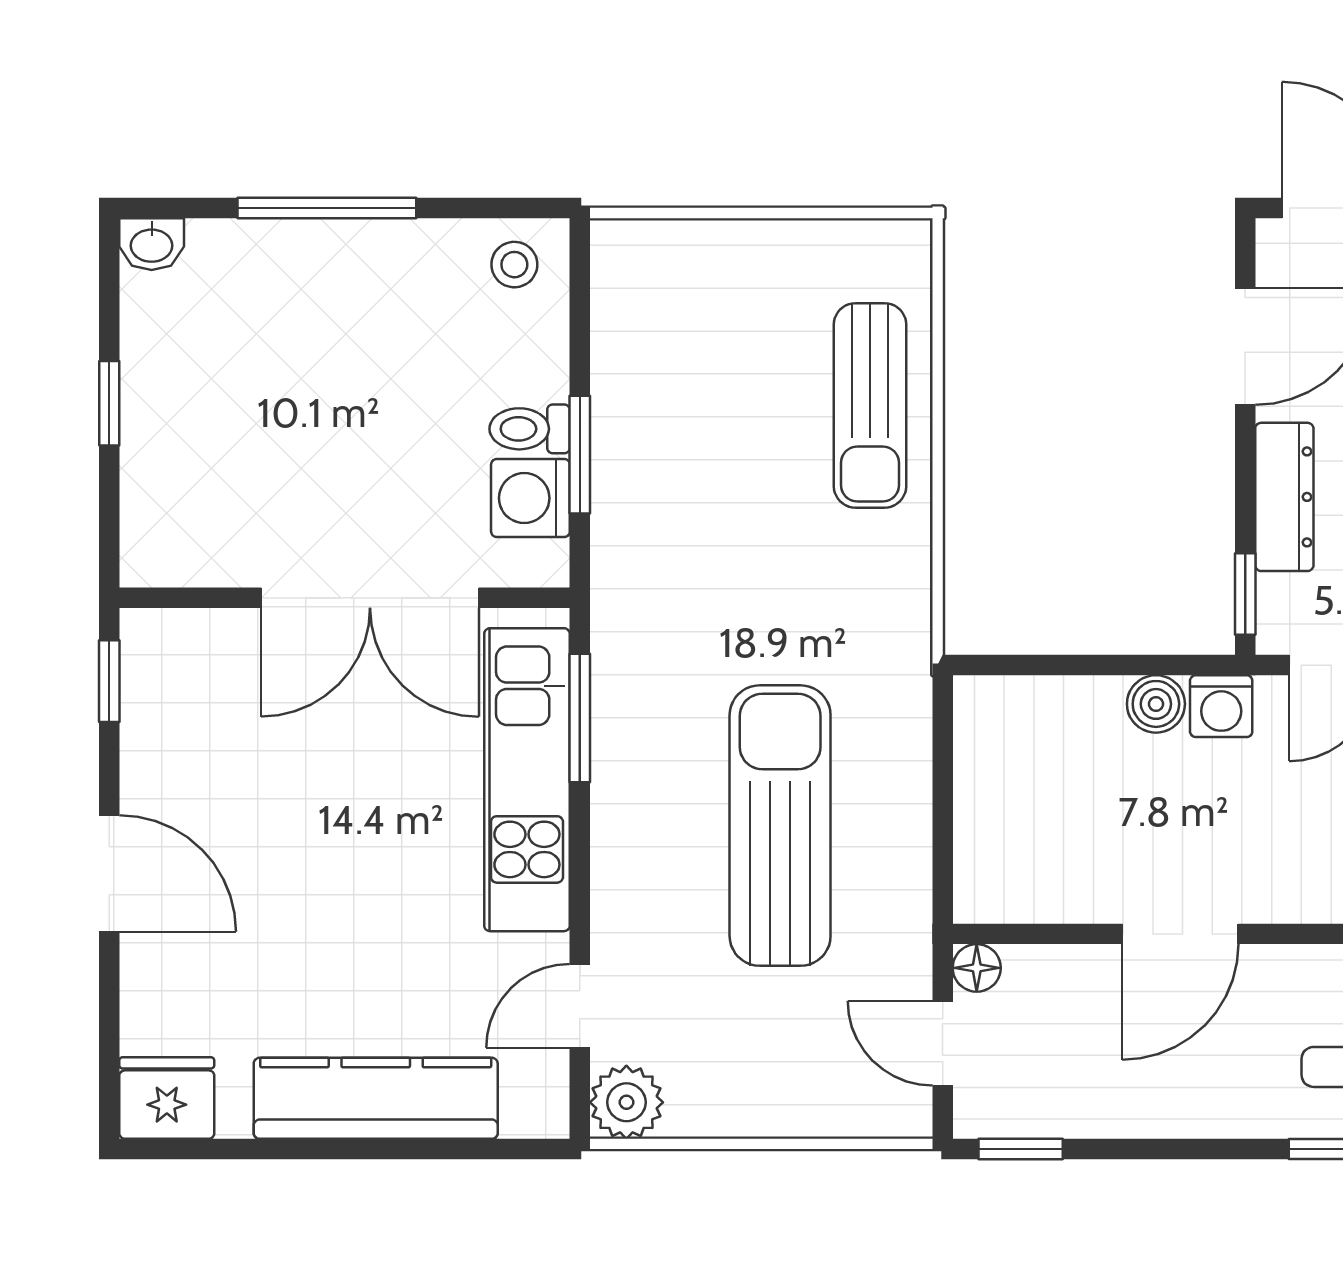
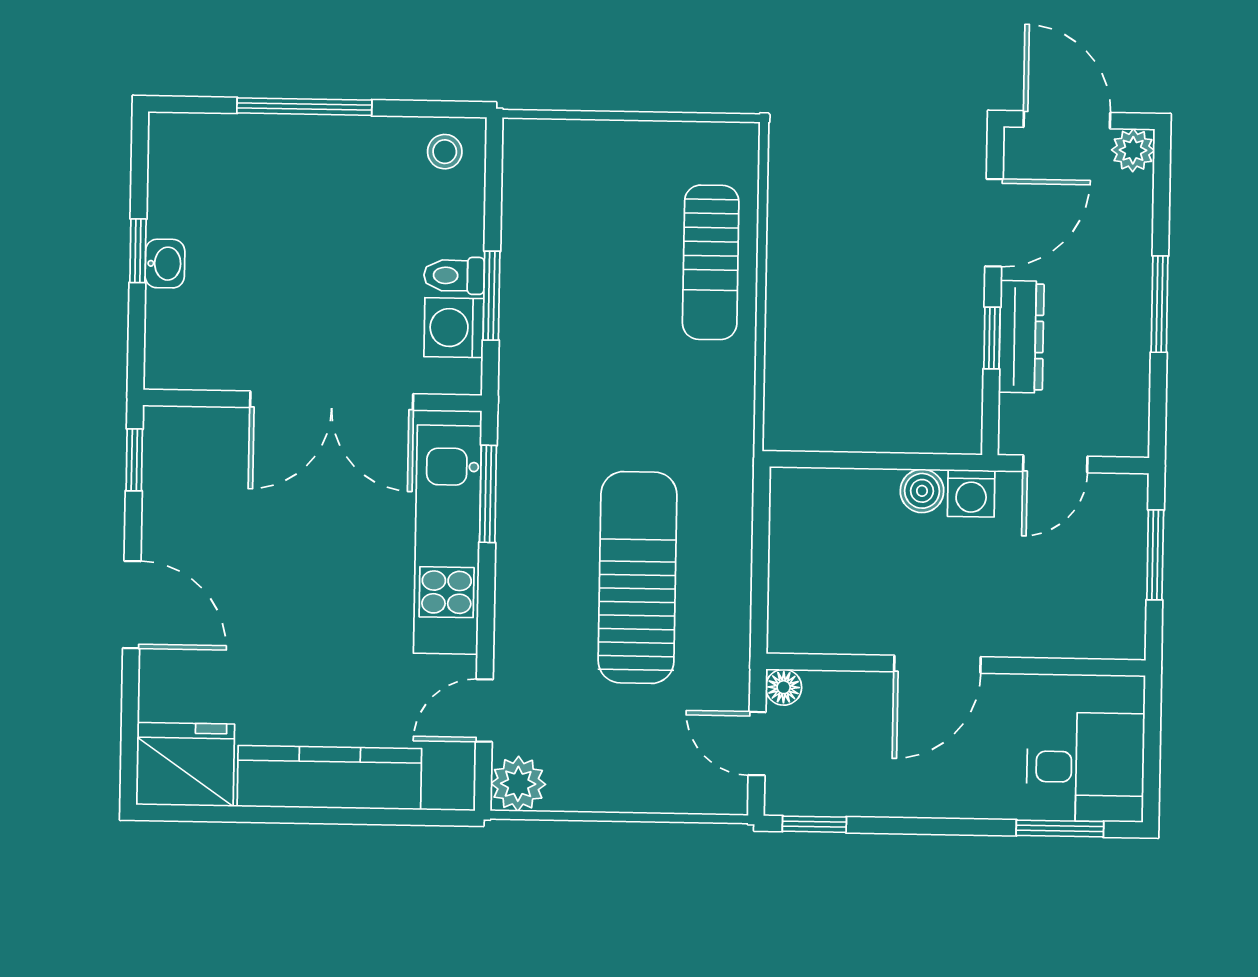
washbasin: (152, 244) -> (165, 264), moved, turned -90
window: (1245, 594) -> (992, 338), moved
fridge: (167, 1098) -> (185, 764), width x1.36, depth x1.34

